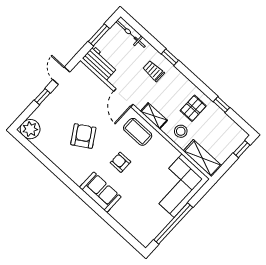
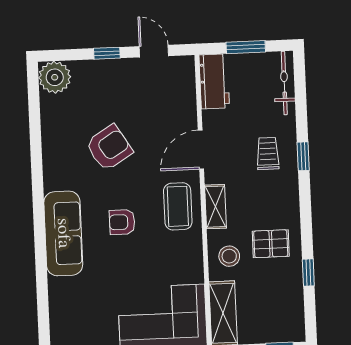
door: (61, 76) -> (154, 51), hinge flipped
armchair: (121, 162) -> (122, 222), turned -90
sofa: (100, 192) -> (63, 233), width x1.36

